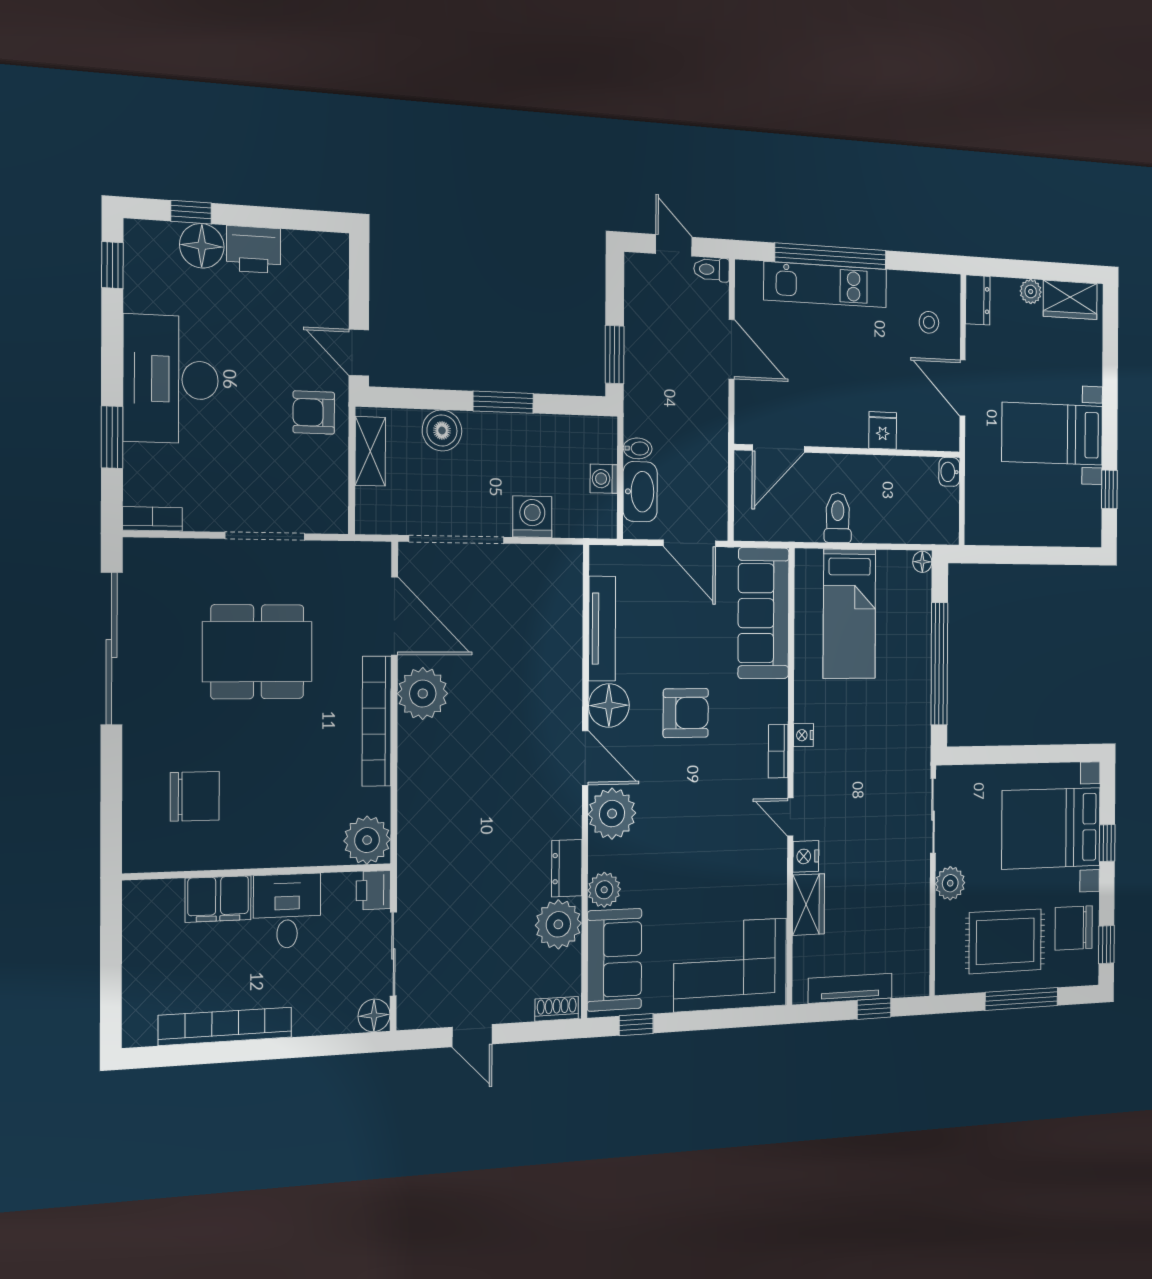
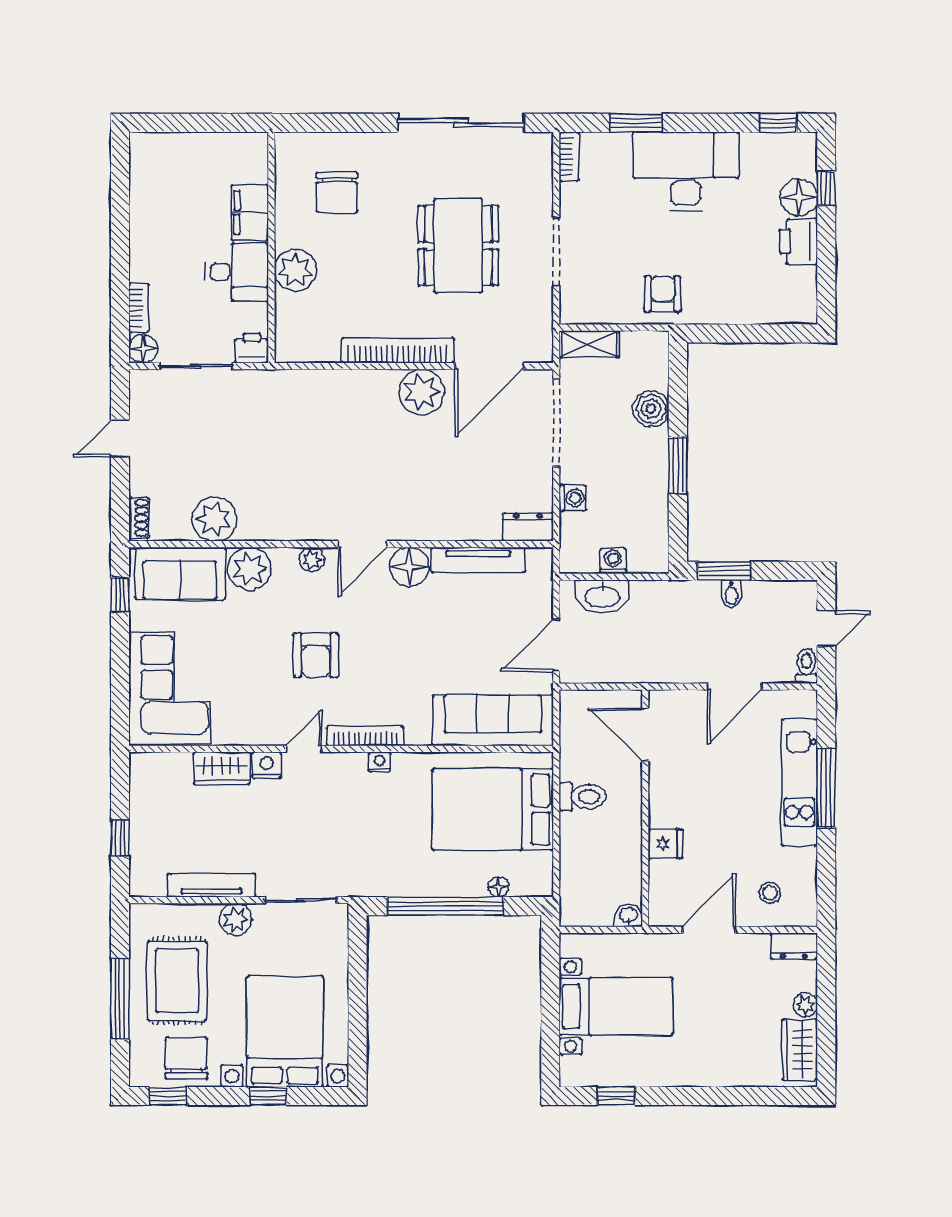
window: (831, 256) -> (826, 788), width x0.68
door: (359, 353) -> (715, 334), removed
bed with nightstands: (1052, 434) -> (616, 1006), moved, turned 90
bidet: (638, 448) -> (731, 594), moved
shelving: (370, 451) -> (589, 344), moved
washing machine: (532, 517) -> (572, 498), width x0.73, depth x0.73
floor lamp: (922, 562) -> (499, 887), moved
bed: (849, 614) -> (493, 810), width x1.50
armchair: (686, 713) -> (316, 655), moved
bookcase: (778, 751) -> (365, 736), width x1.56
plant: (612, 814) -> (312, 560), width x0.53, depth x0.53
plant: (367, 840) -> (295, 270), moved
dresser: (567, 868) -> (528, 527), moved
plant: (604, 890) -> (249, 569), width x1.36, depth x1.36
tv unit: (850, 988) -> (212, 885), moved, turned -90
bookcase: (225, 1026) -> (139, 308), moved, width x0.43, depth x0.76

